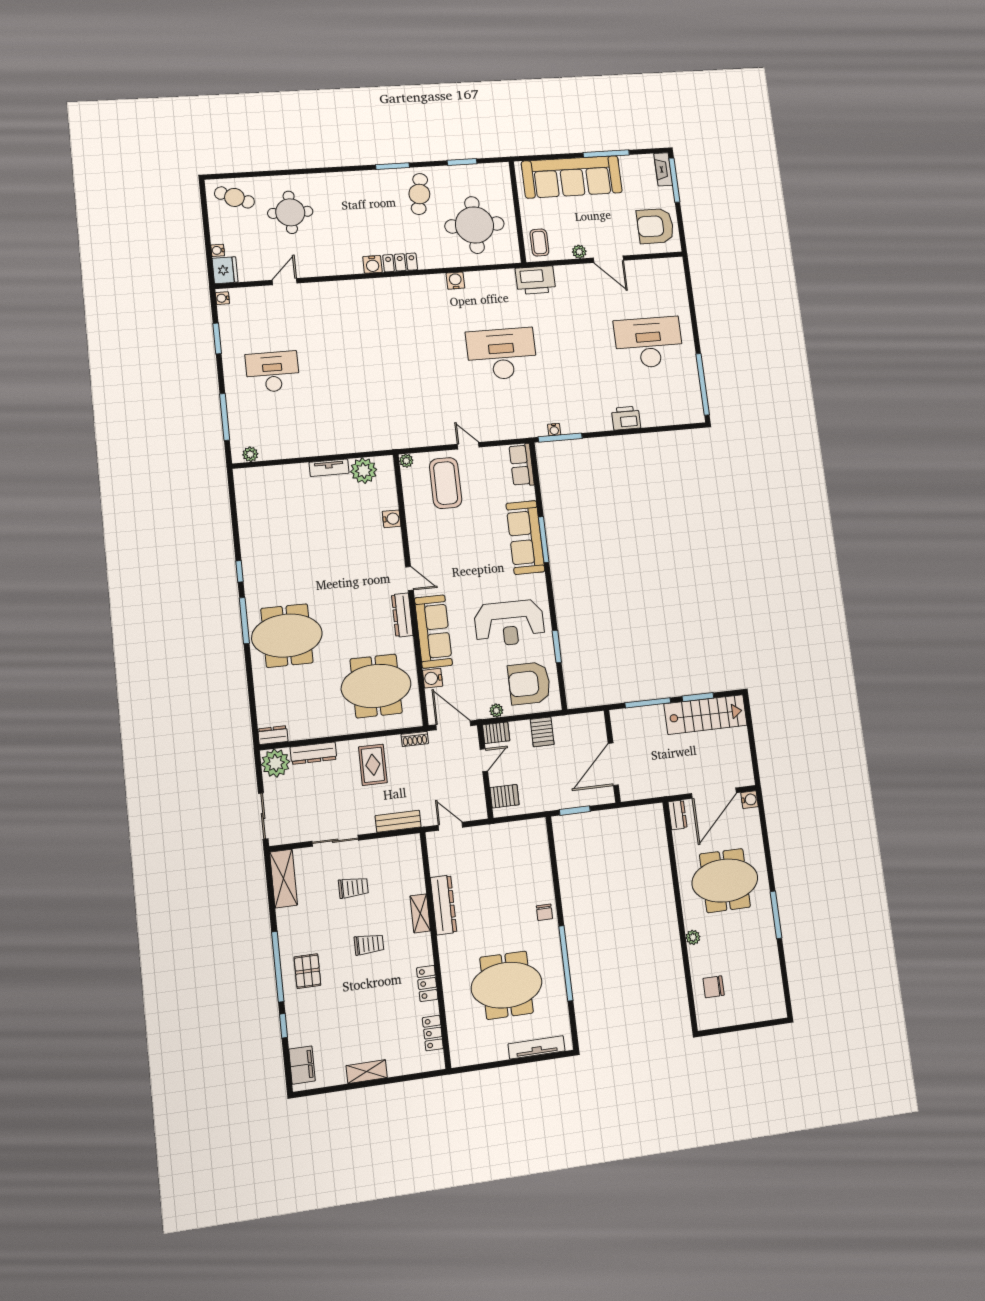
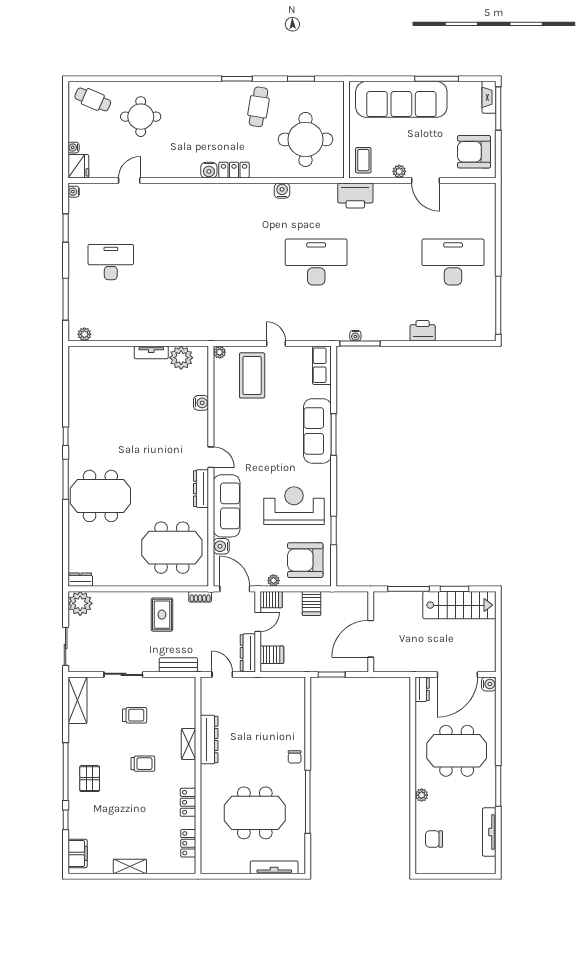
reception desk: (509, 623) -> (294, 506), turned 180
dresser: (313, 753) -> (248, 653), moved, turned 90
tv unit: (773, 970) -> (489, 832), added

